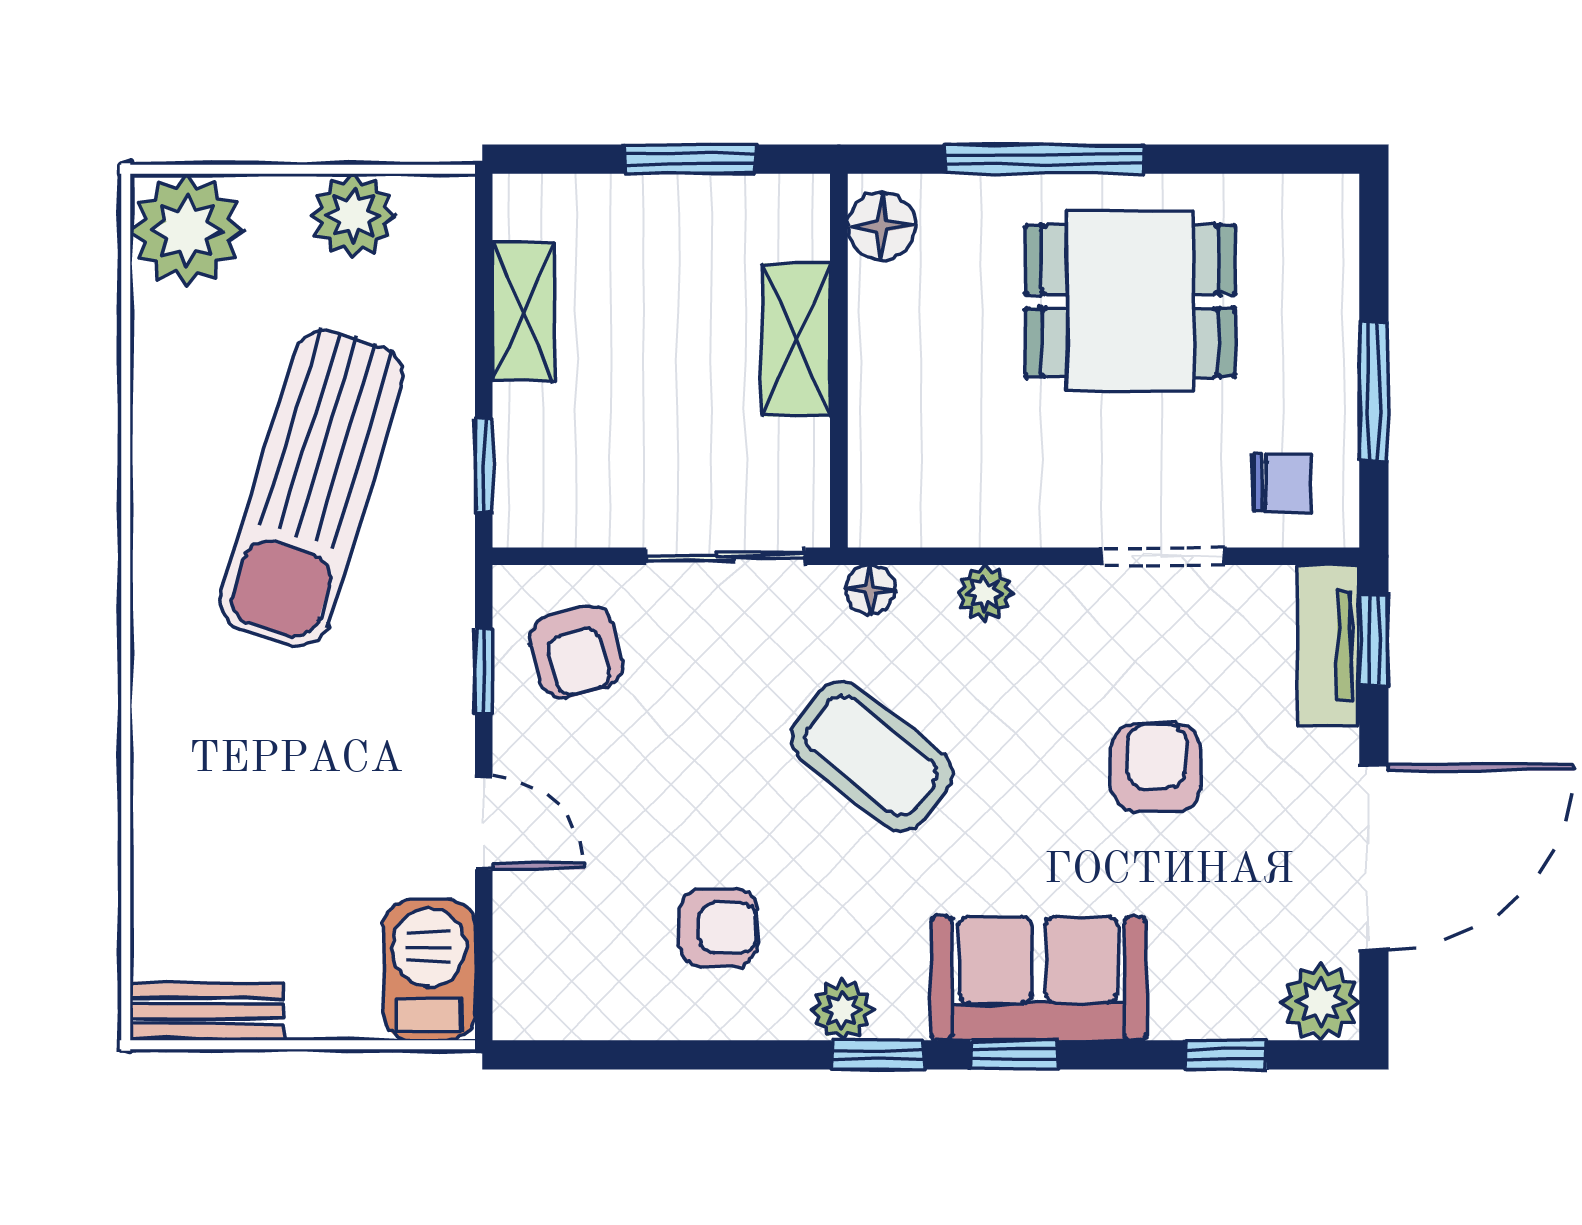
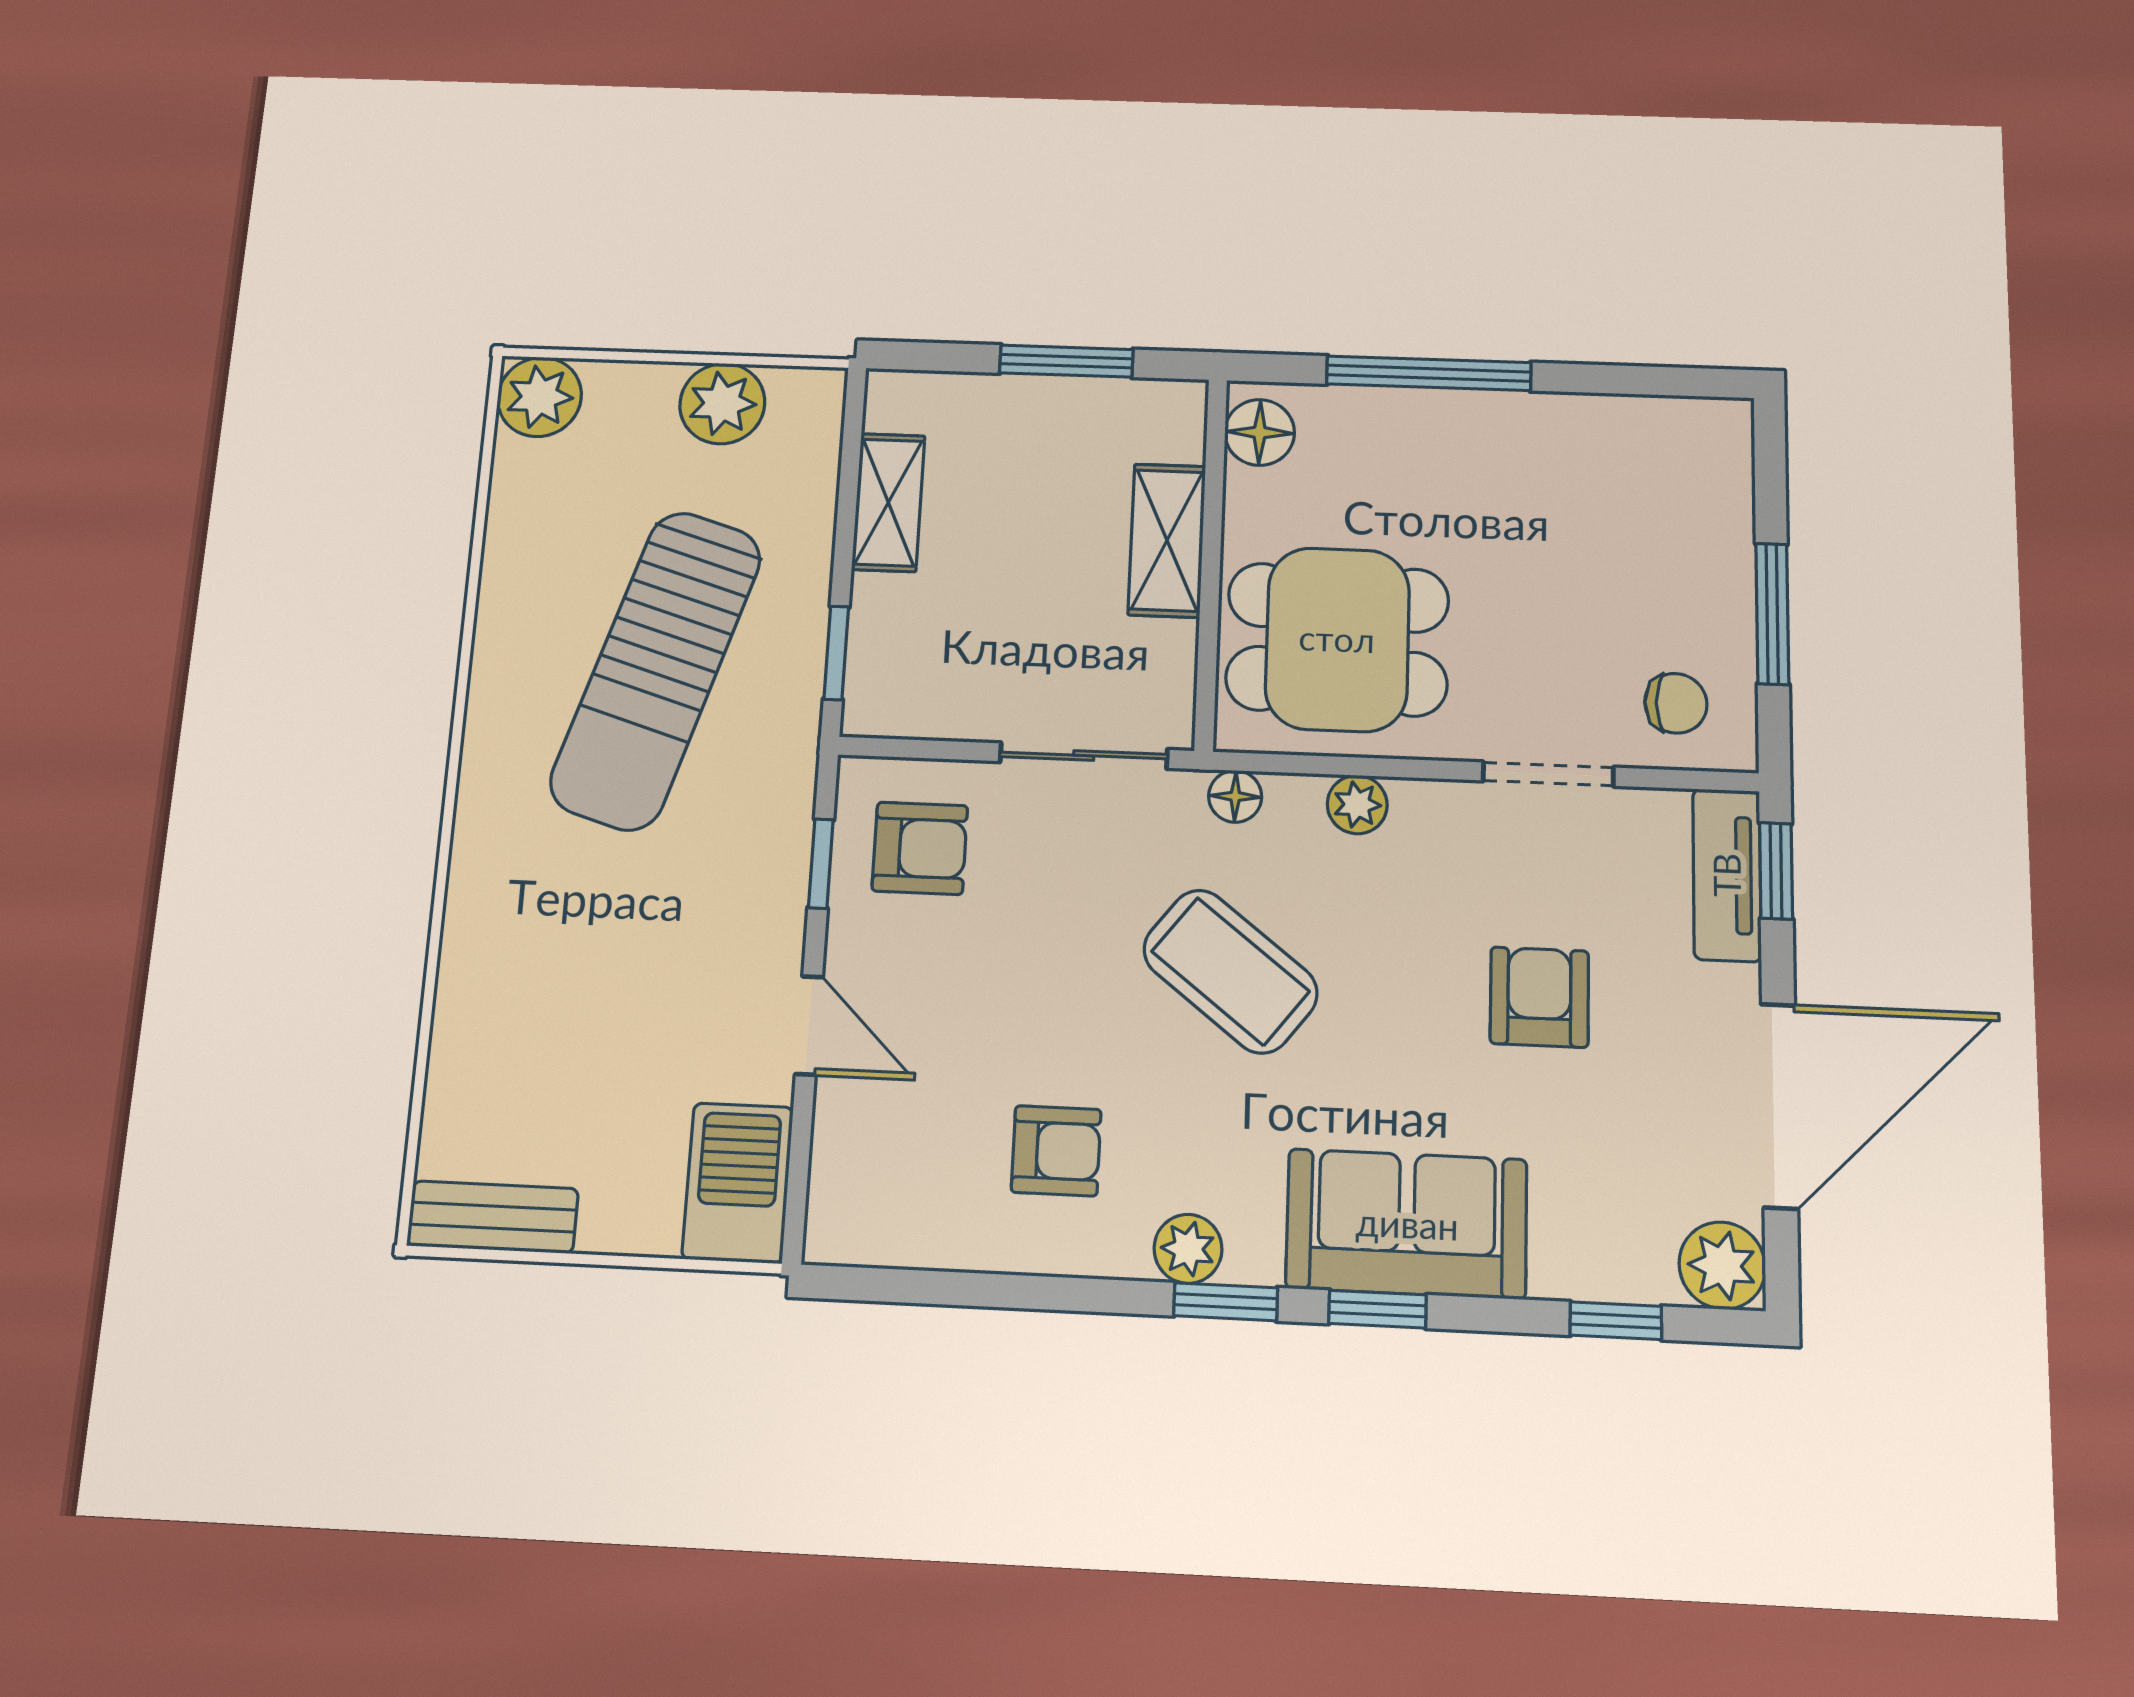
plant: (187, 230) -> (540, 397), width x0.73, depth x0.73
dining table: (1130, 301) -> (1337, 639), moved
armchair: (576, 652) -> (920, 848), turned -75

